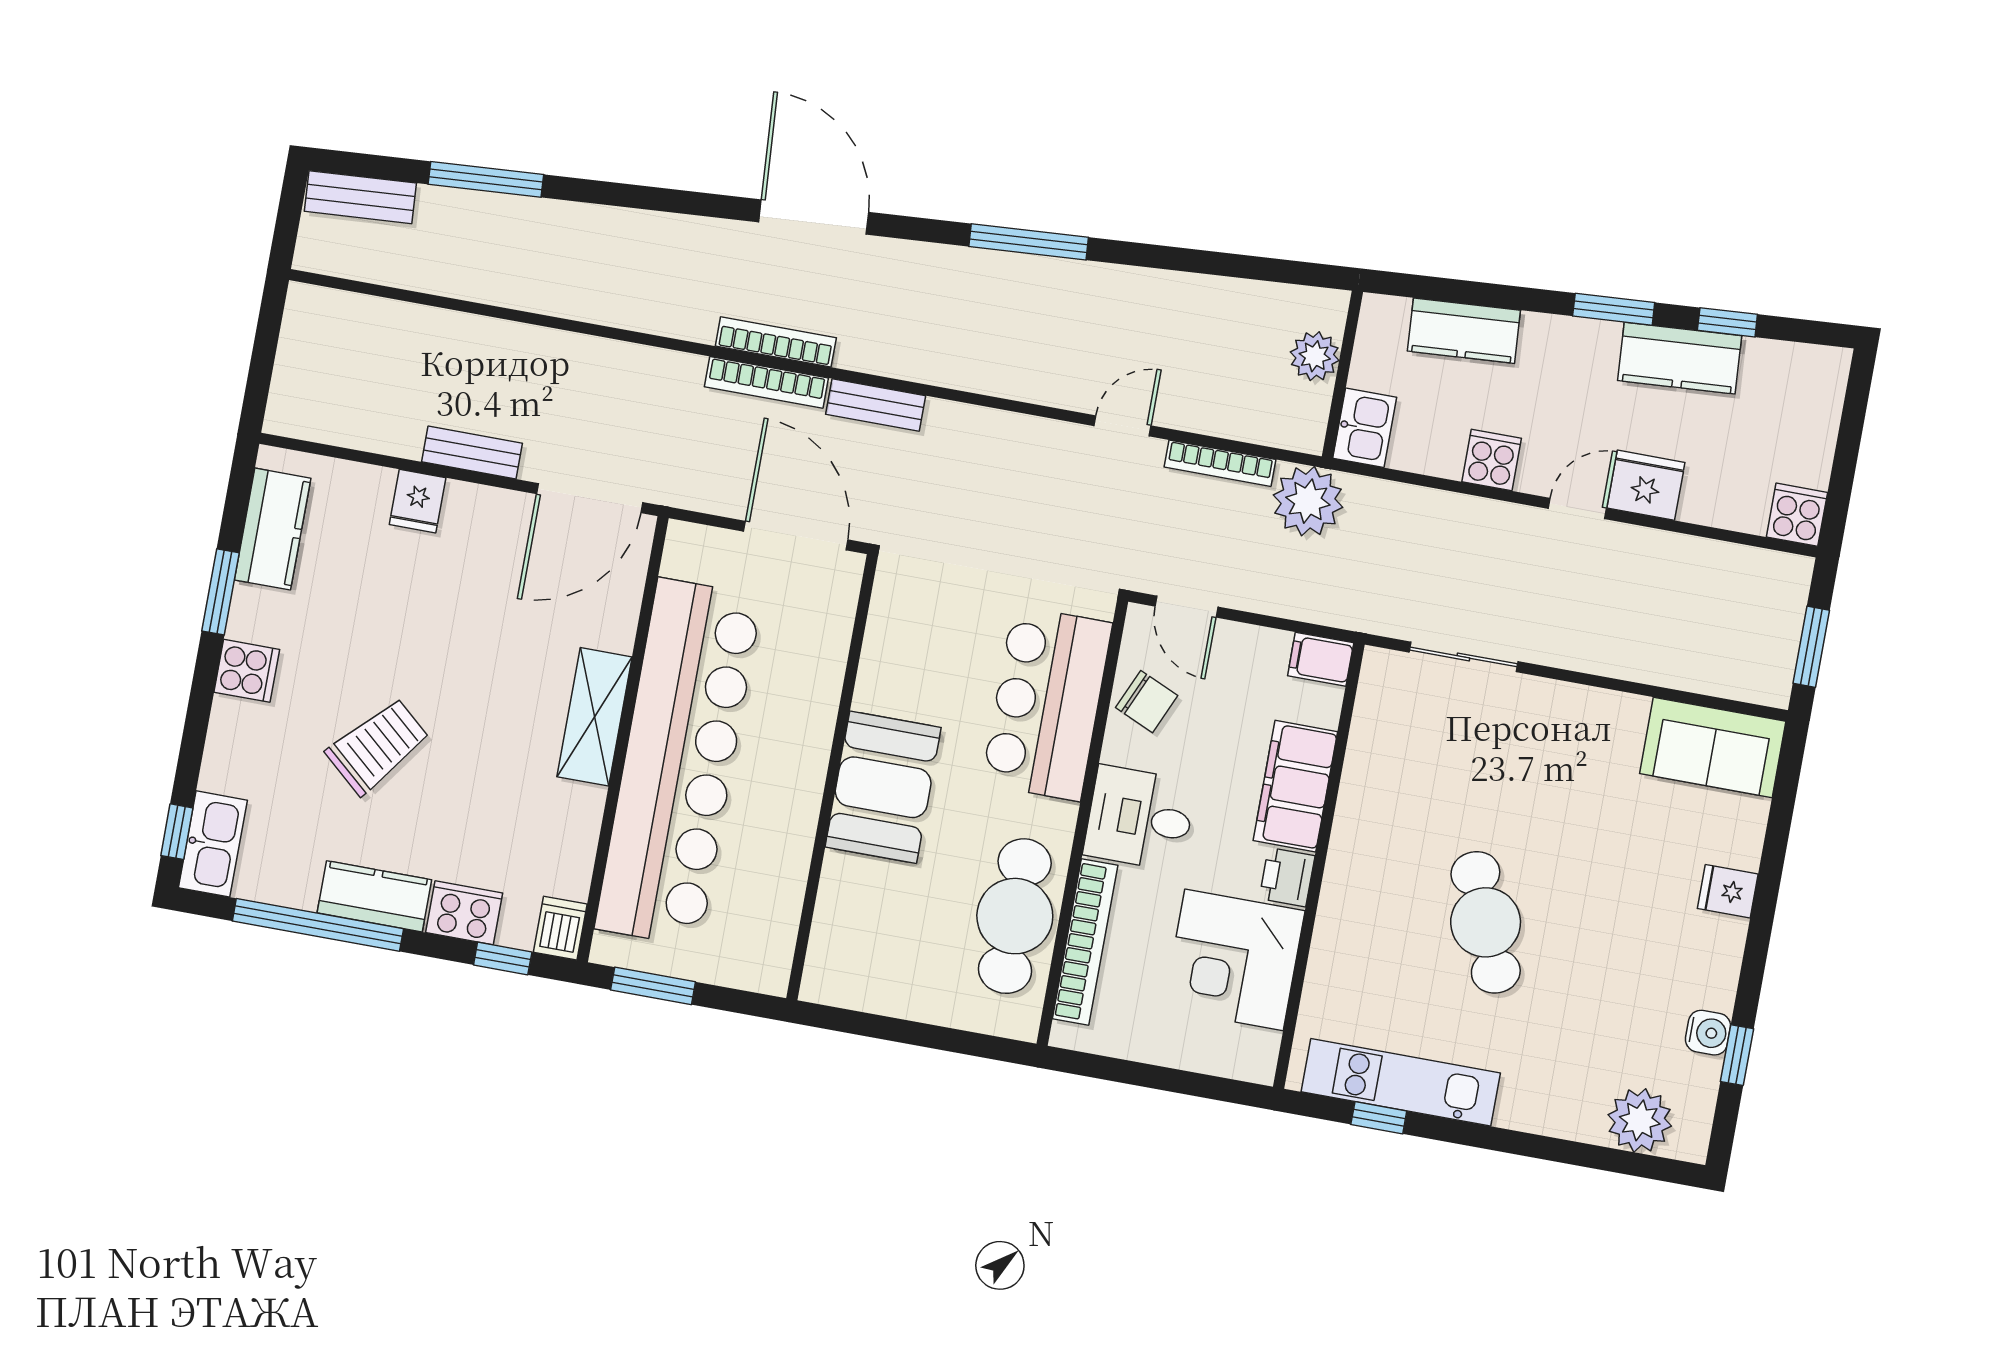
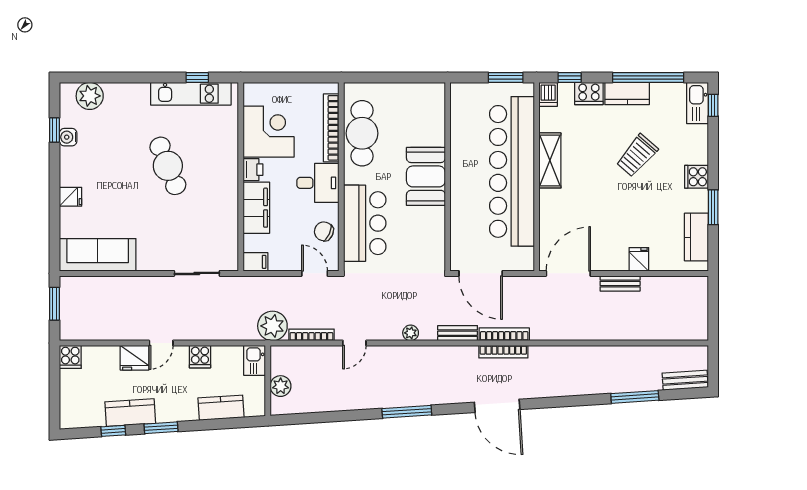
plant: (986, 426) -> (411, 333), added
shelving: (594, 717) -> (550, 160), moved
sofa: (1713, 747) -> (98, 255), width x1.36

